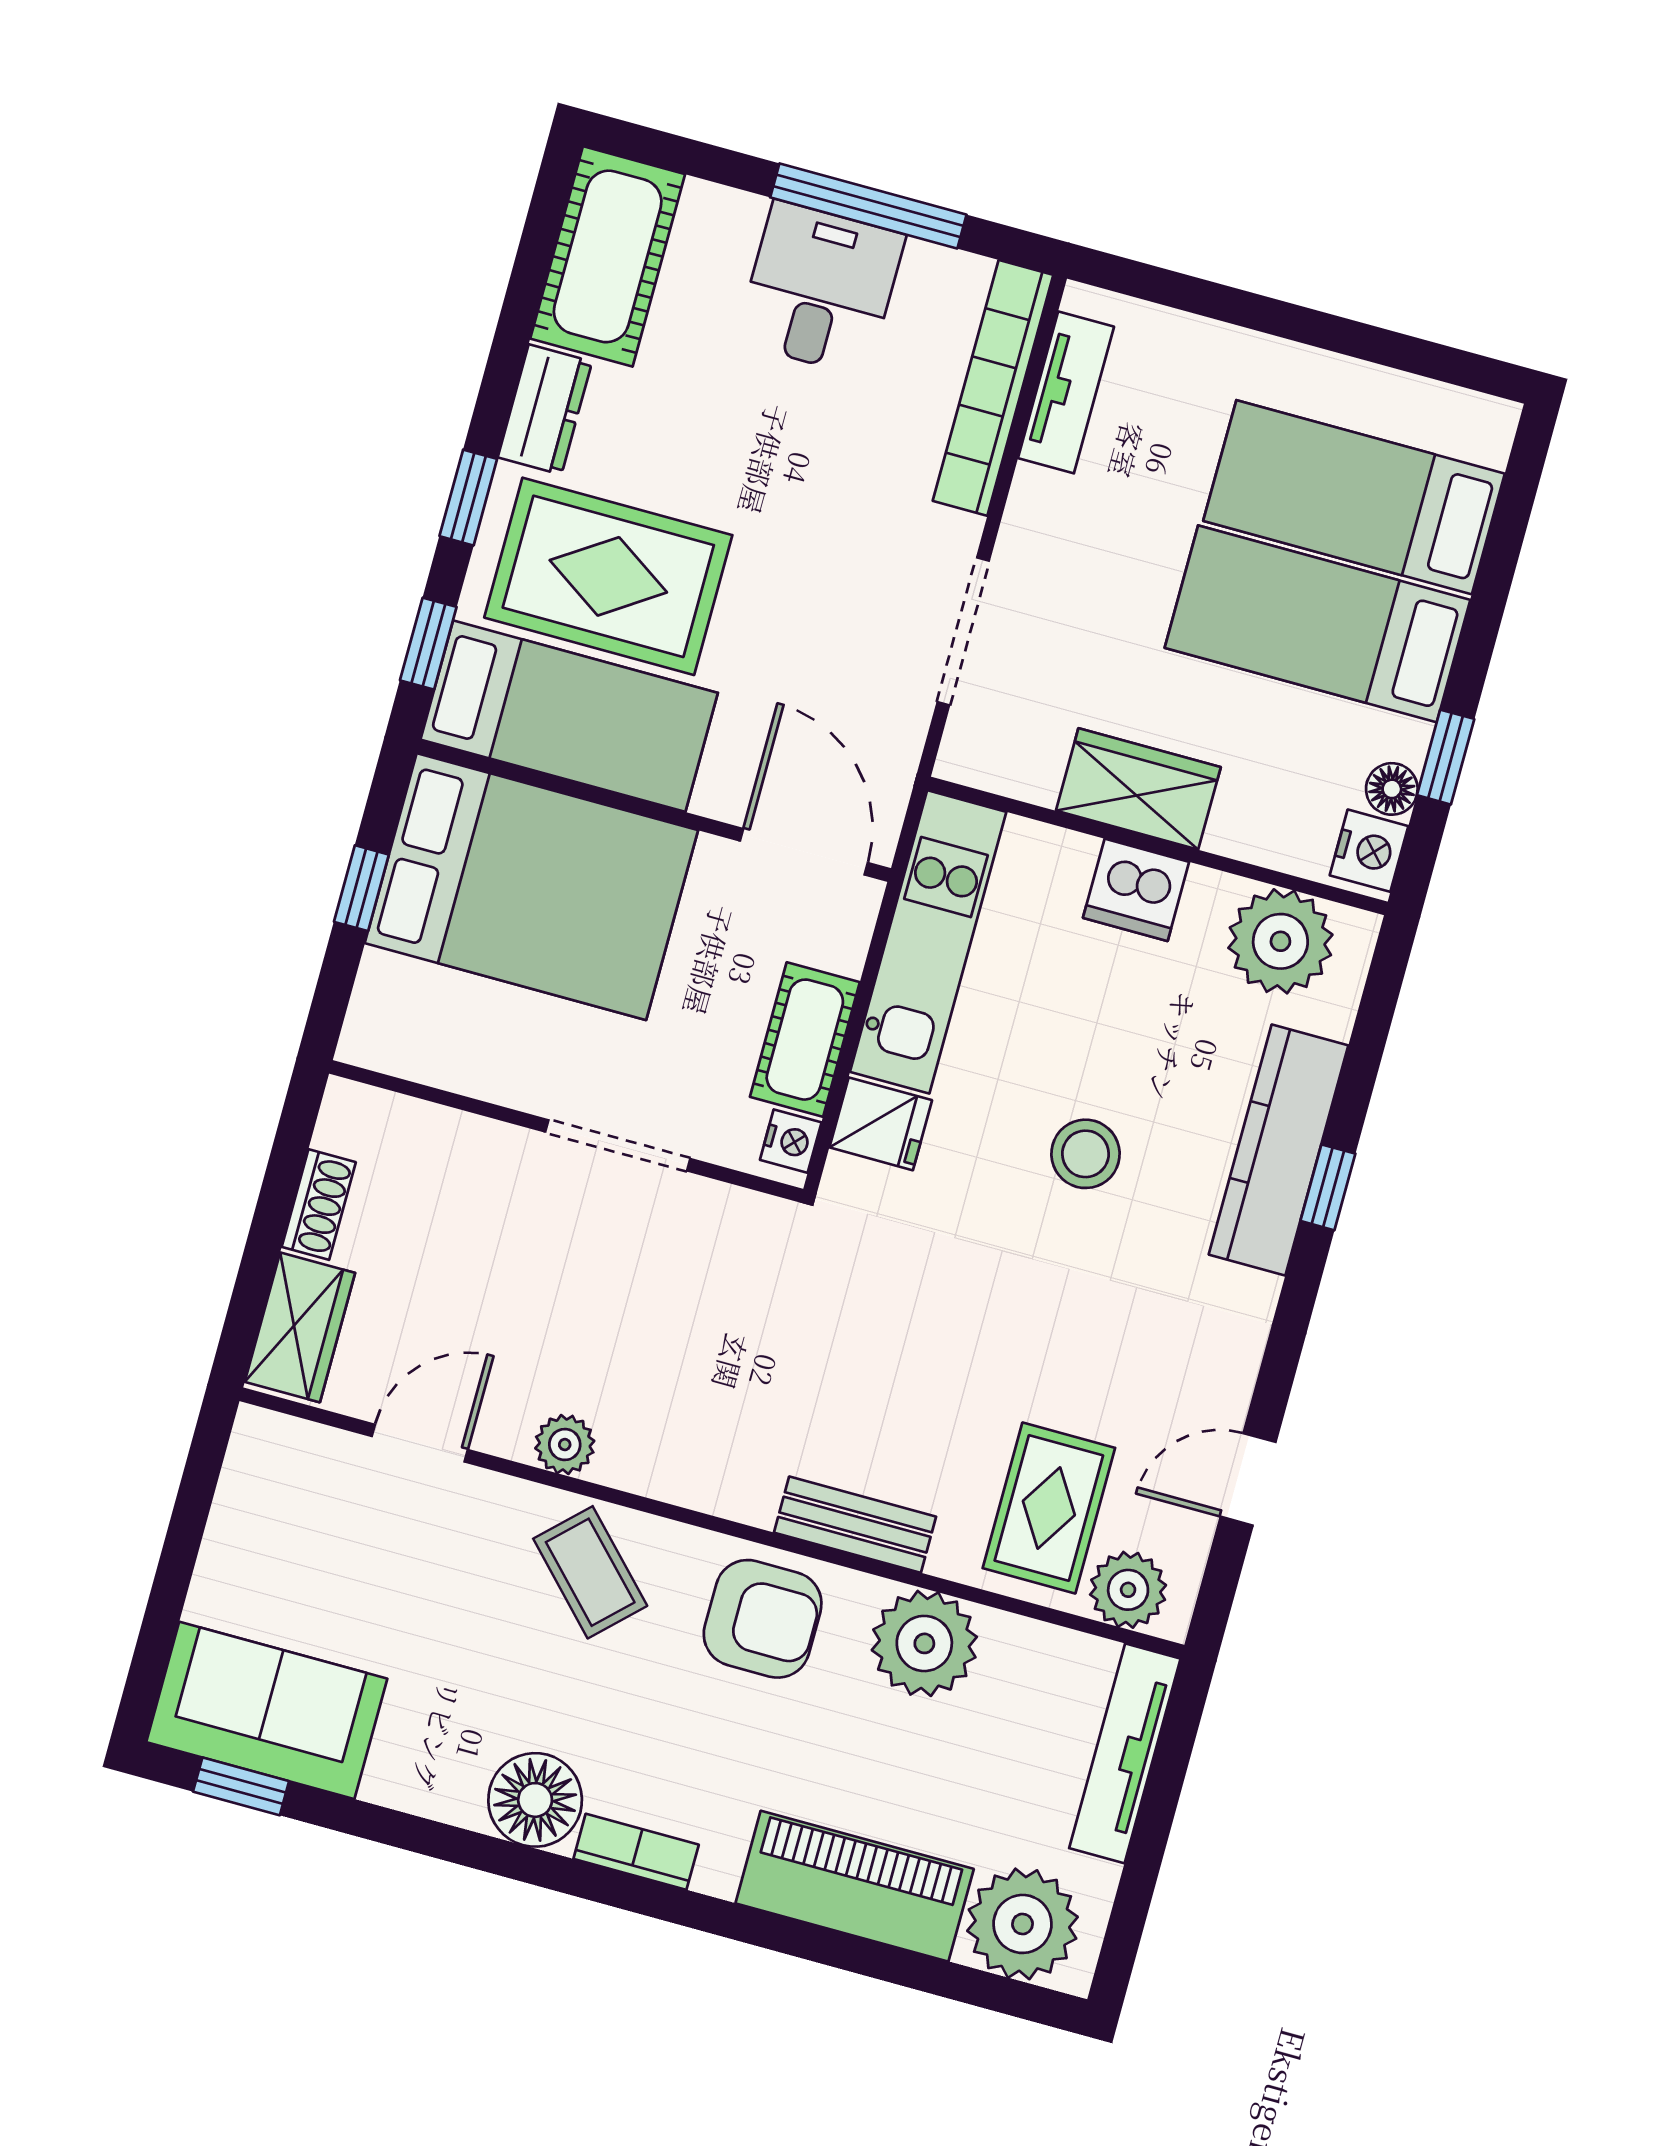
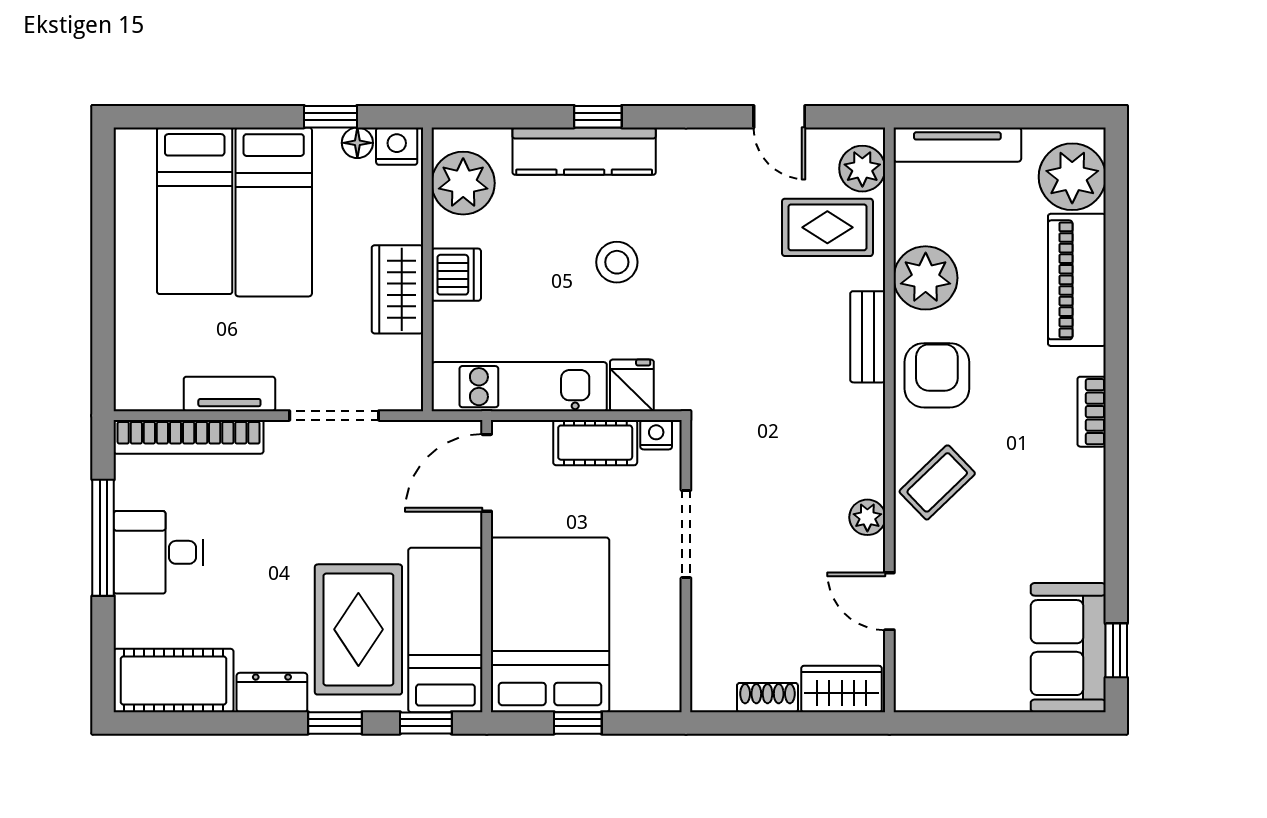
tv unit: (1066, 392) -> (229, 394), moved
floor lamp: (535, 1800) -> (1078, 478), removed

